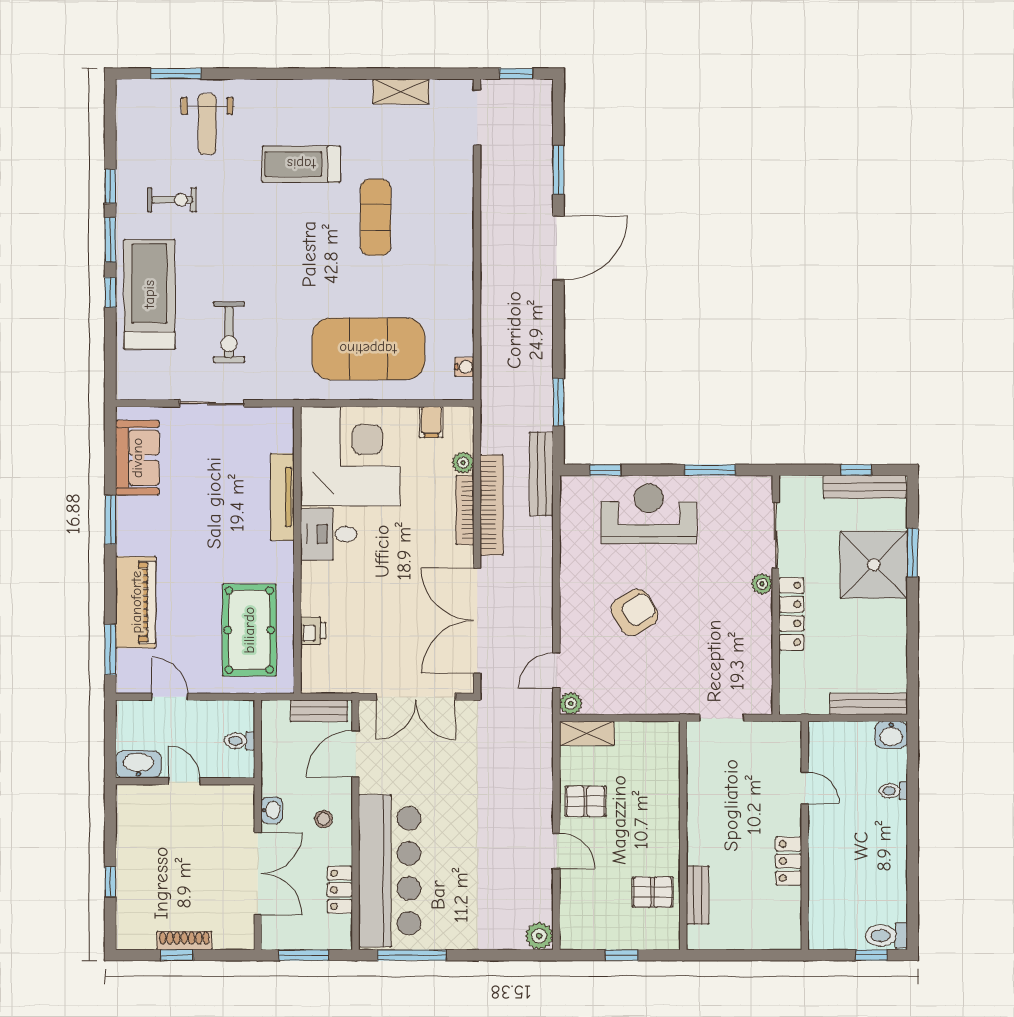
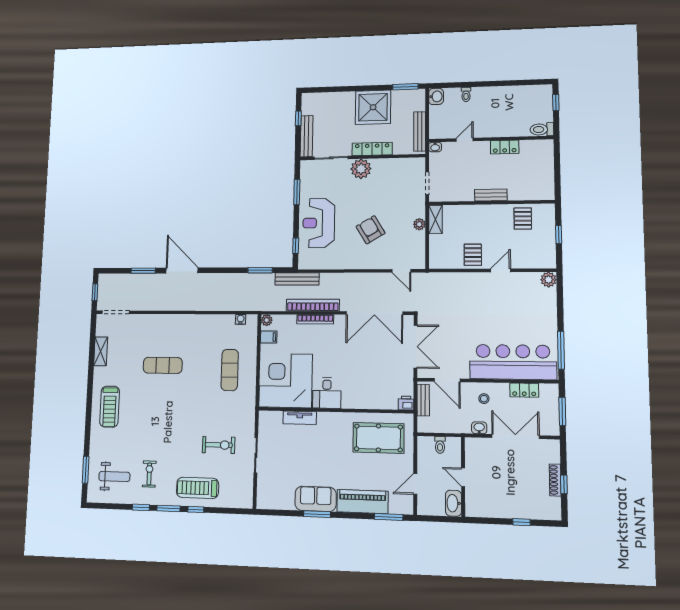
weight bench: (207, 124) -> (114, 477), moved
treadmill: (301, 164) -> (110, 407), moved
treadmill: (149, 294) -> (198, 488), width x0.73, depth x0.73
exercise mat: (368, 349) -> (230, 370), width x0.50, depth x0.69
sofa: (137, 458) -> (316, 499), moved
plant: (463, 463) -> (267, 320), moved
bench: (865, 487) -> (307, 136), moved
tv unit: (282, 497) -> (300, 418), width x0.71
window: (913, 553) -> (405, 87), moved
shower: (874, 565) -> (373, 107), moved
plant: (762, 584) -> (361, 169), width x1.88, depth x1.88
printer: (313, 631) -> (406, 403), moved
plant: (571, 703) -> (419, 224), moved
bench: (869, 704) -> (420, 131), moved
shelving: (587, 733) -> (435, 219), moved
washbasin: (792, 733) -> (435, 147), added
door: (184, 781) -> (463, 477), hinge flipped
bench: (698, 895) -> (491, 195), moved
toilet: (886, 936) -> (542, 129), moved, turned 90

